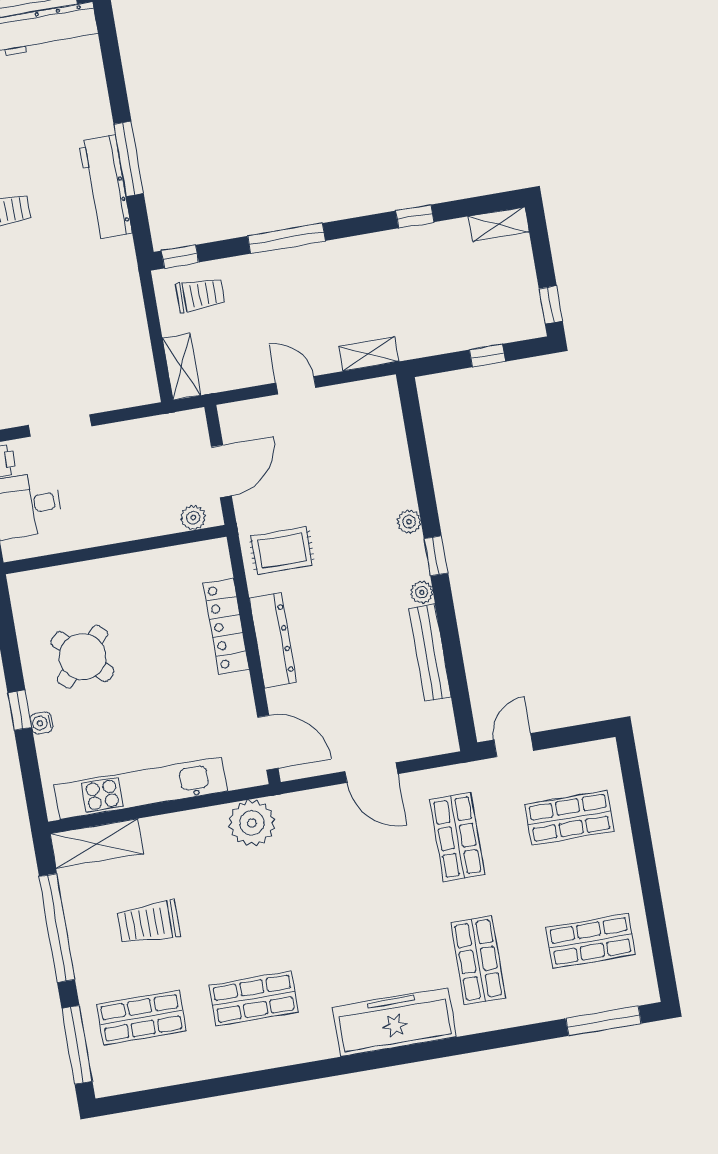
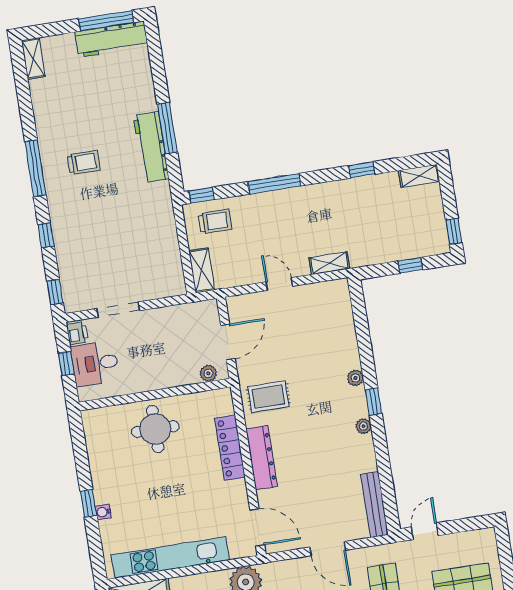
bench: (430, 653) -> (375, 505), moved
round table: (83, 657) -> (155, 429), moved, turned 45

